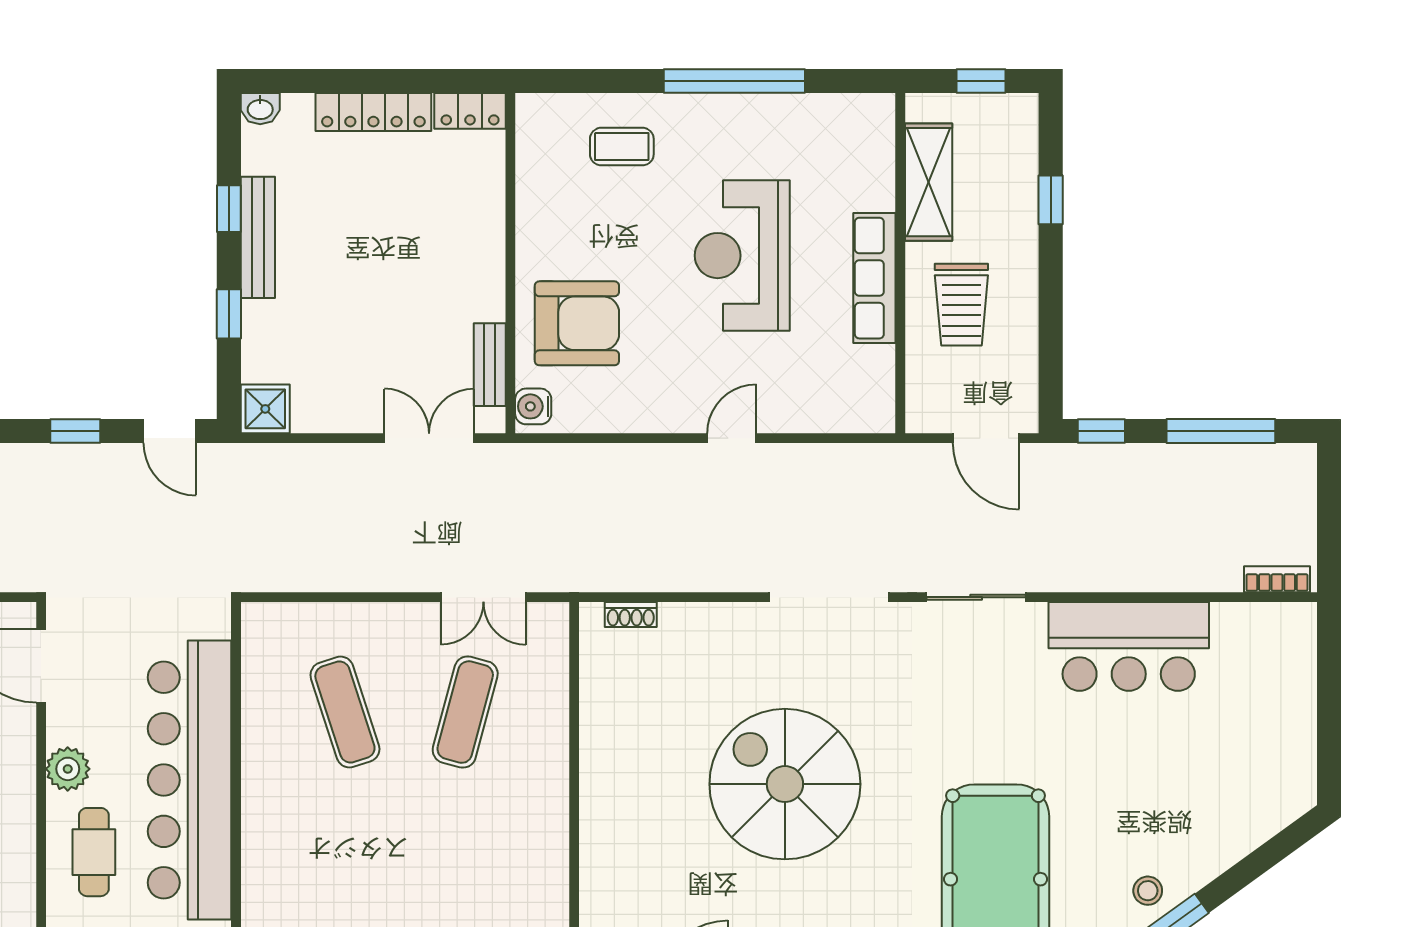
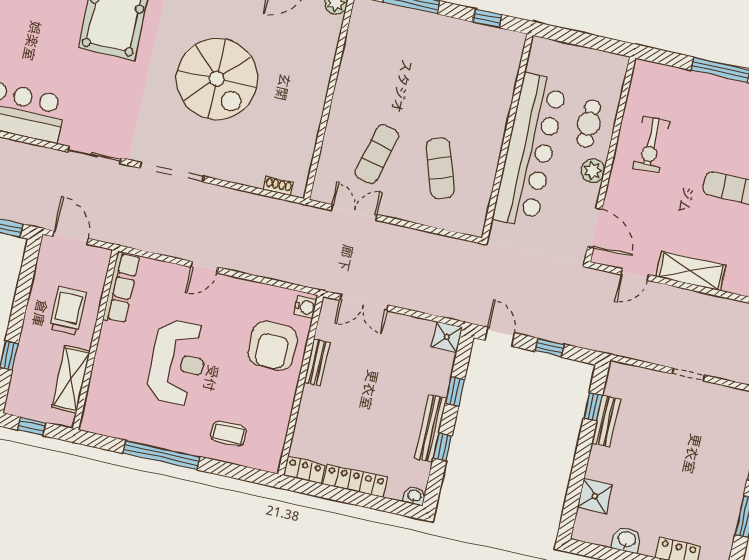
row of seats: (874, 278) -> (121, 287), moved
armchair: (577, 323) -> (273, 346), turned -90
bench: (490, 365) -> (317, 362), moved

